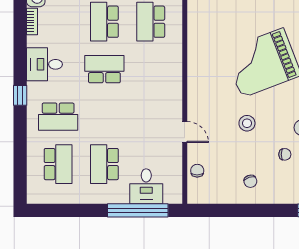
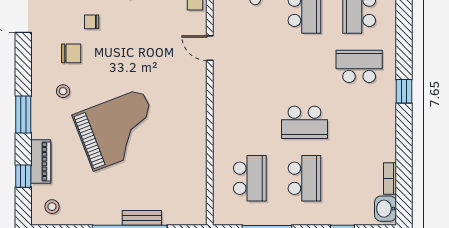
desk: (44, 64) -> (375, 128), removed
stool: (247, 123) -> (136, 59), removed

